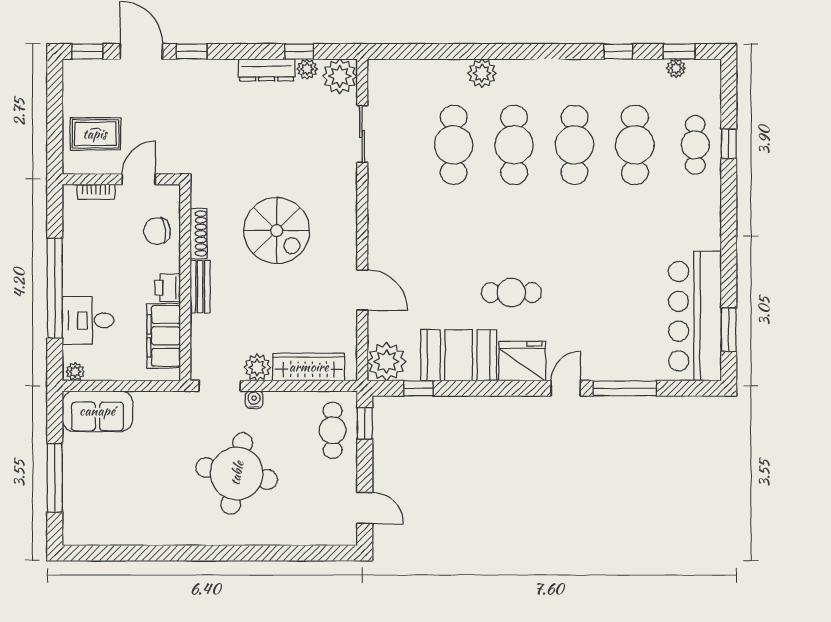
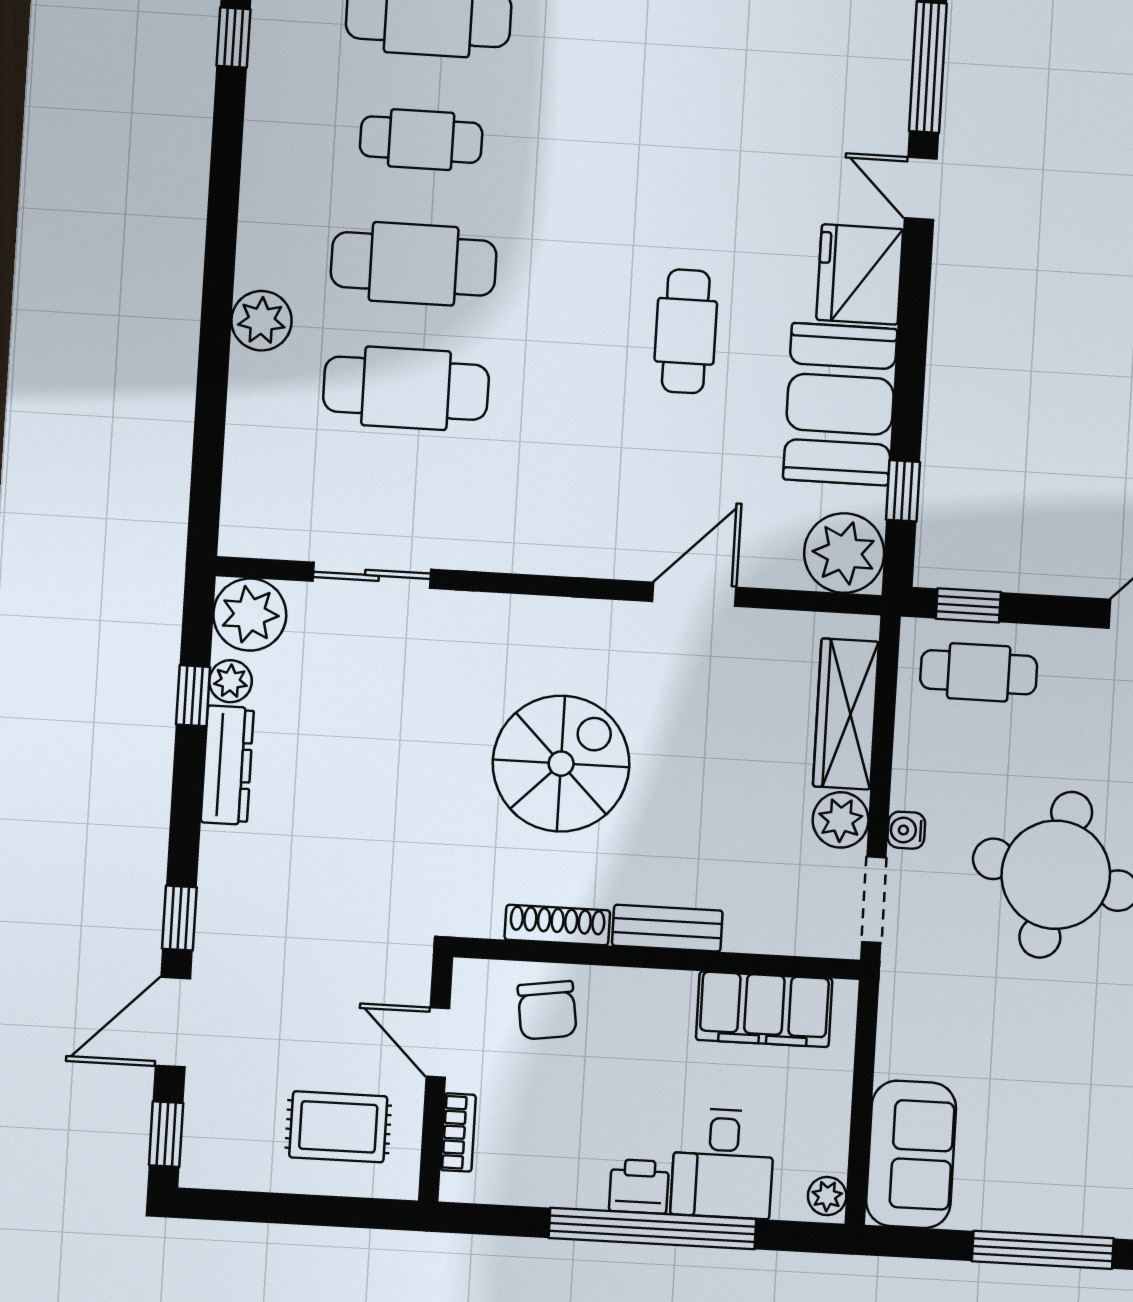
rug: (95, 134) -> (338, 1127), turned 90
cafe table: (574, 145) -> (421, 140), width x0.73, depth x0.74
printer: (168, 288) -> (639, 1186), moved, turned 180
cafe table: (511, 292) -> (686, 331), moved

